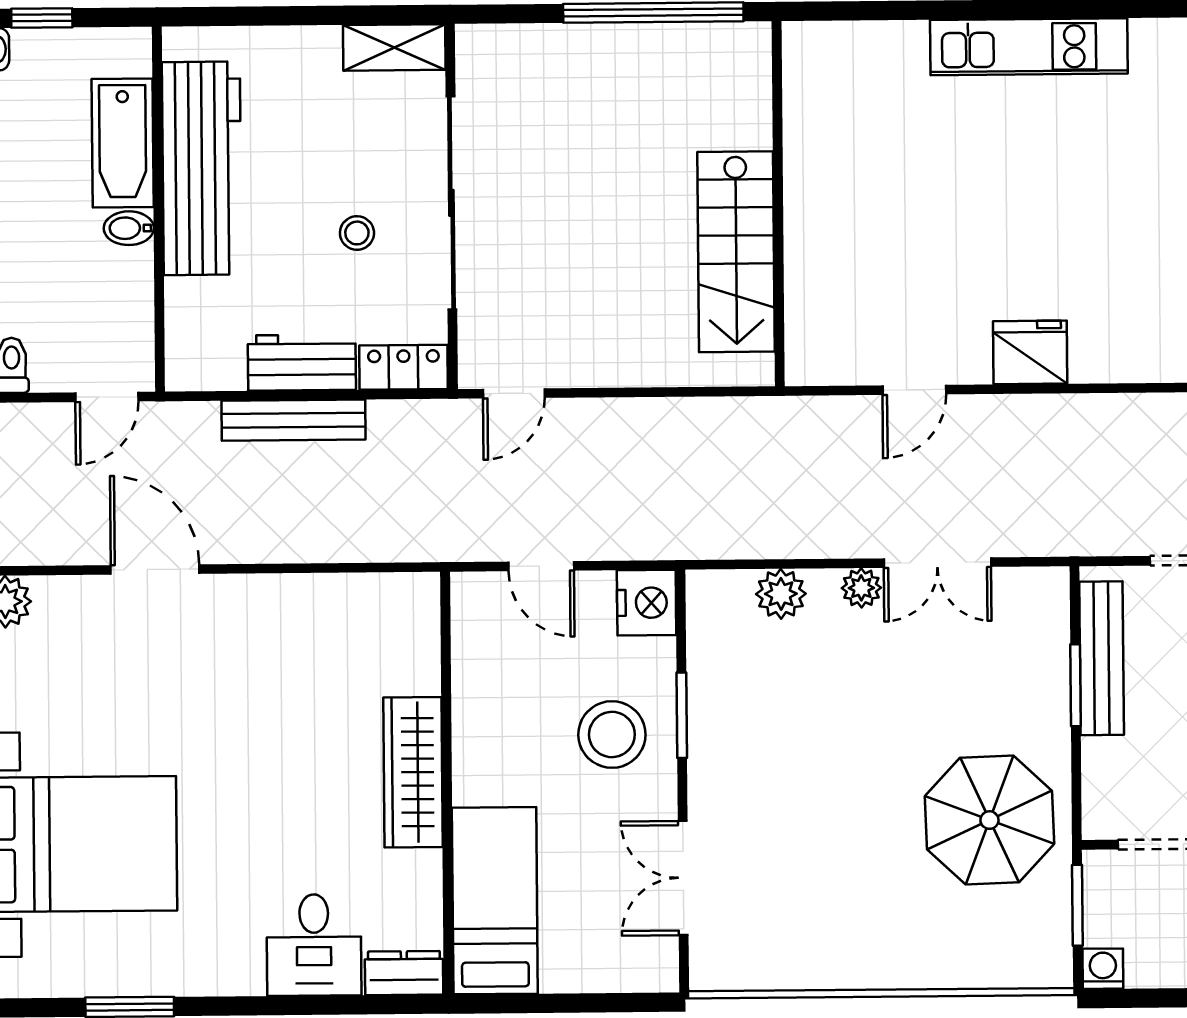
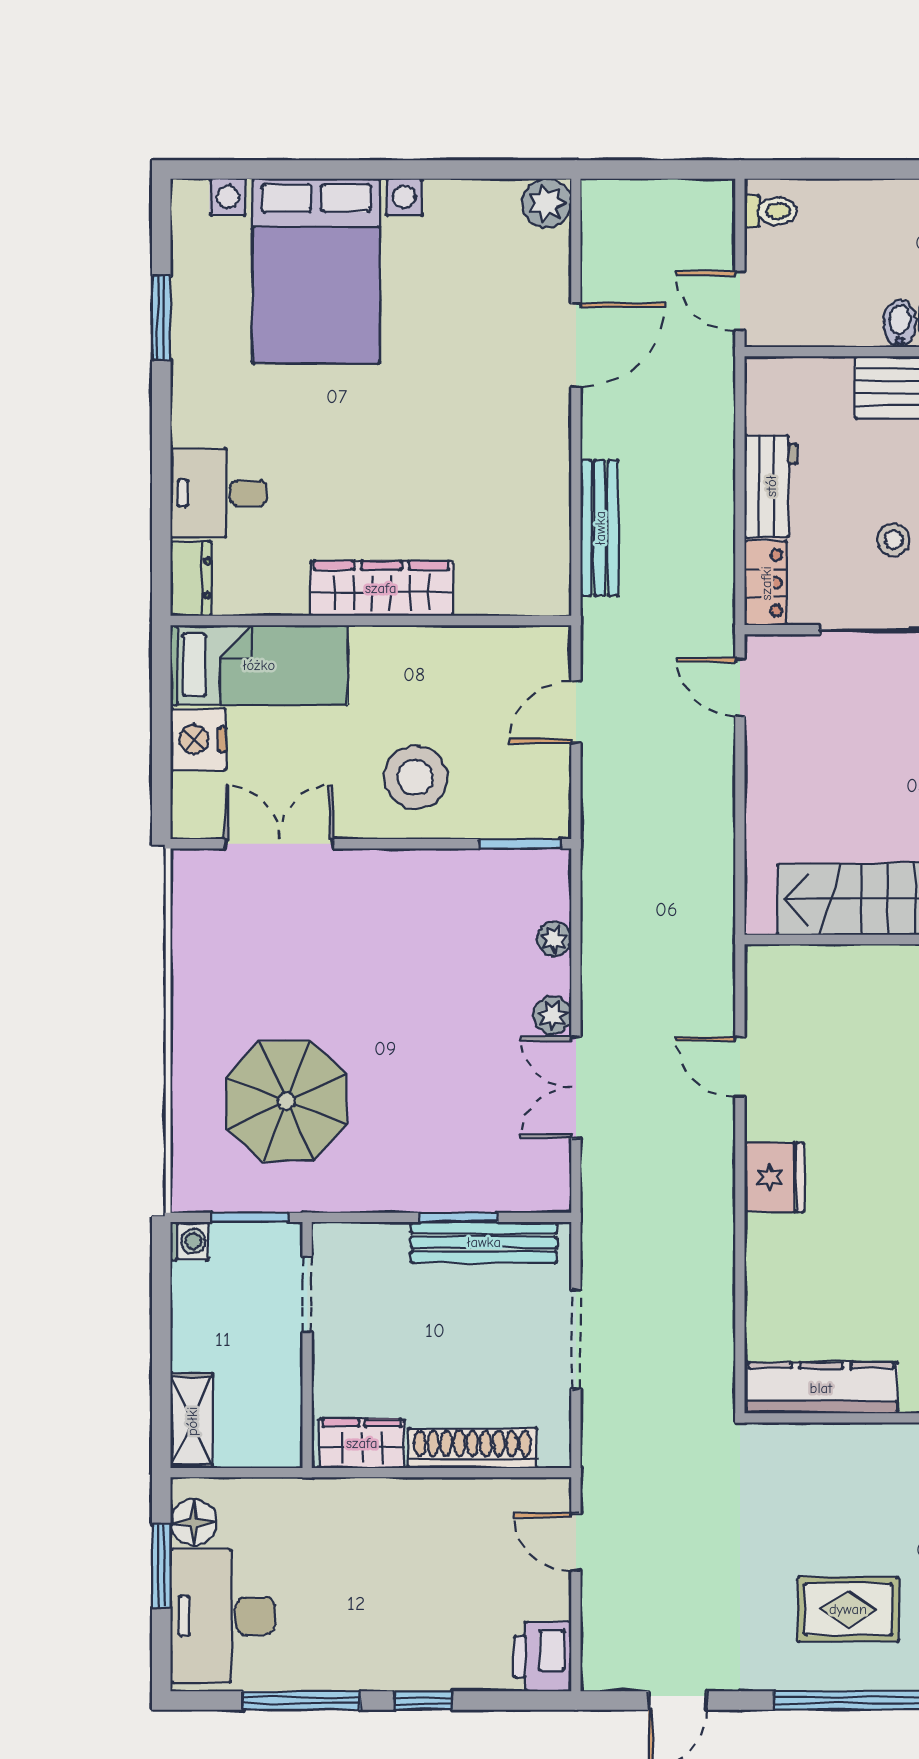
bench: (294, 420) -> (600, 528), moved
plant: (781, 594) -> (554, 939), width x0.73, depth x0.73
nightstand: (647, 603) -> (198, 739), moved, turned 90
window: (682, 715) -> (520, 844), moved
parasol: (989, 820) -> (287, 1101), moved

